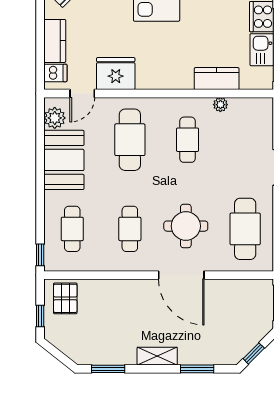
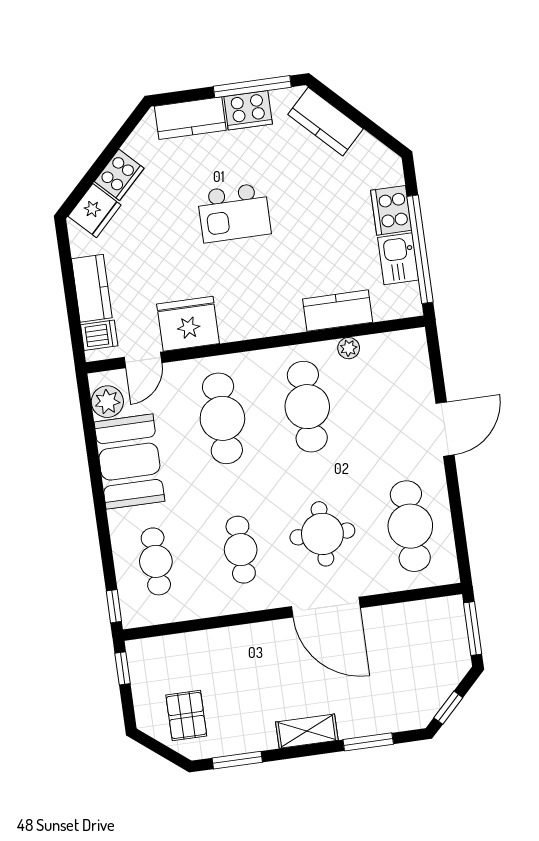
cafe table: (187, 140) -> (307, 407), width x1.37, depth x1.35
pallet: (65, 298) -> (186, 715), moved
window: (40, 316) -> (123, 668), moved

